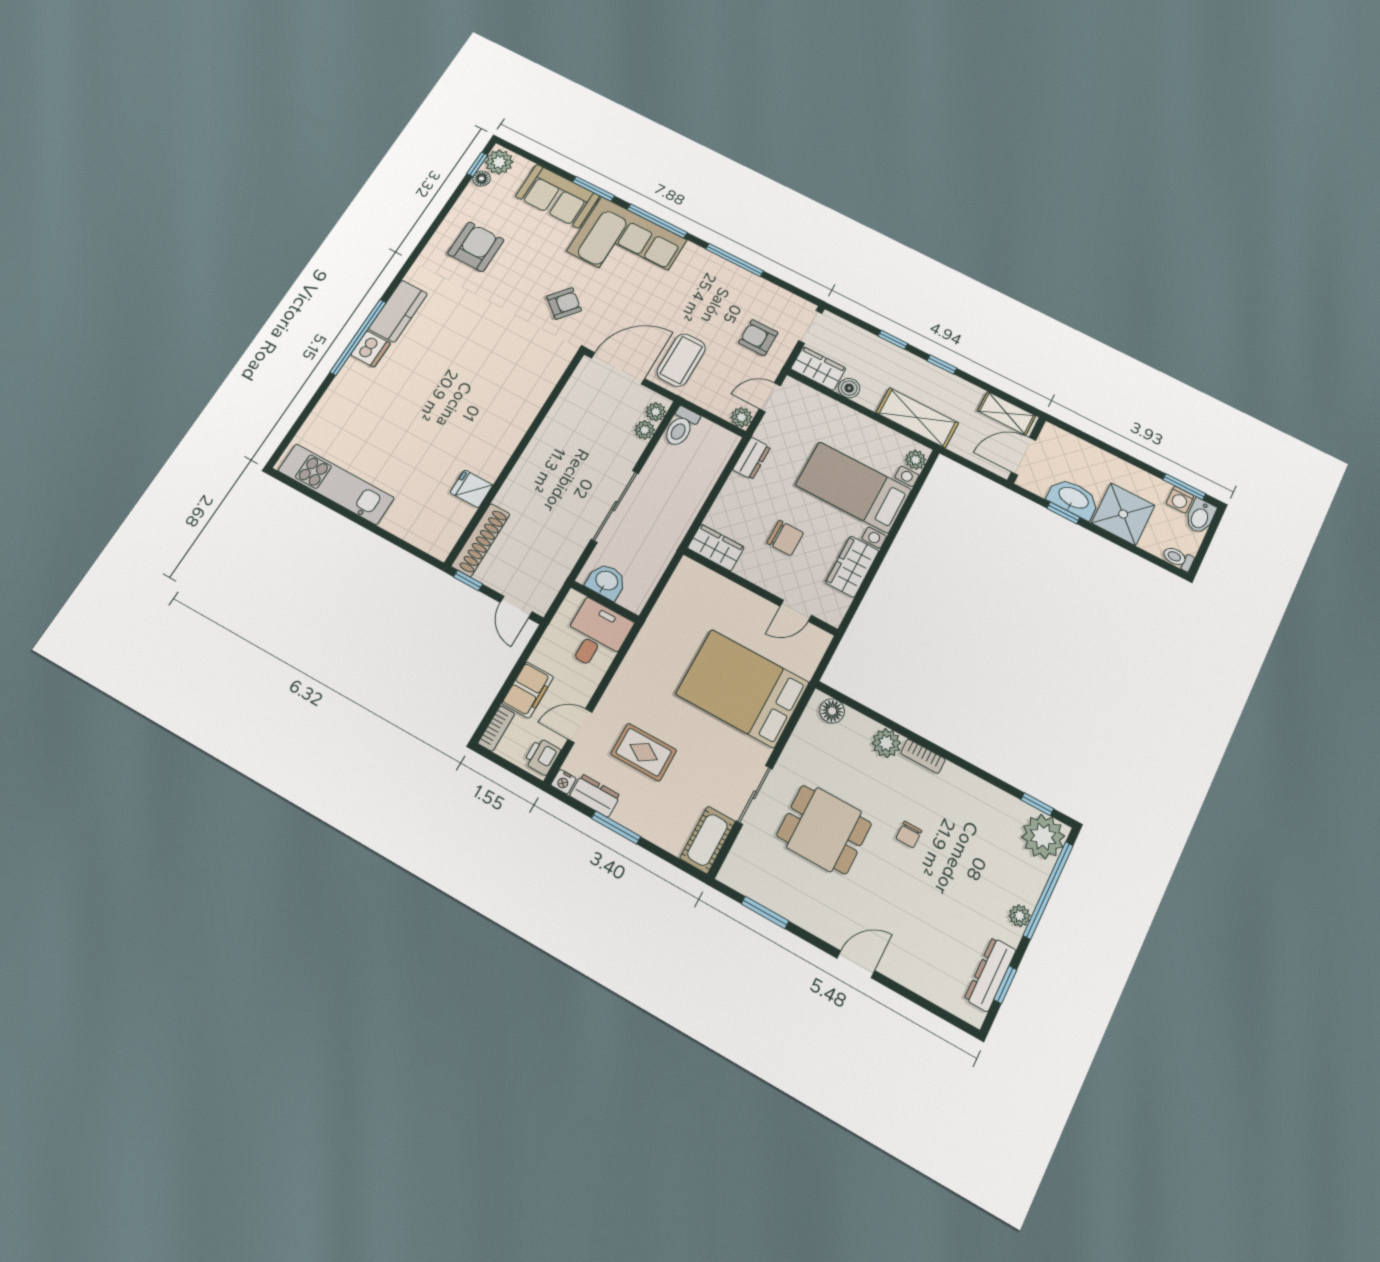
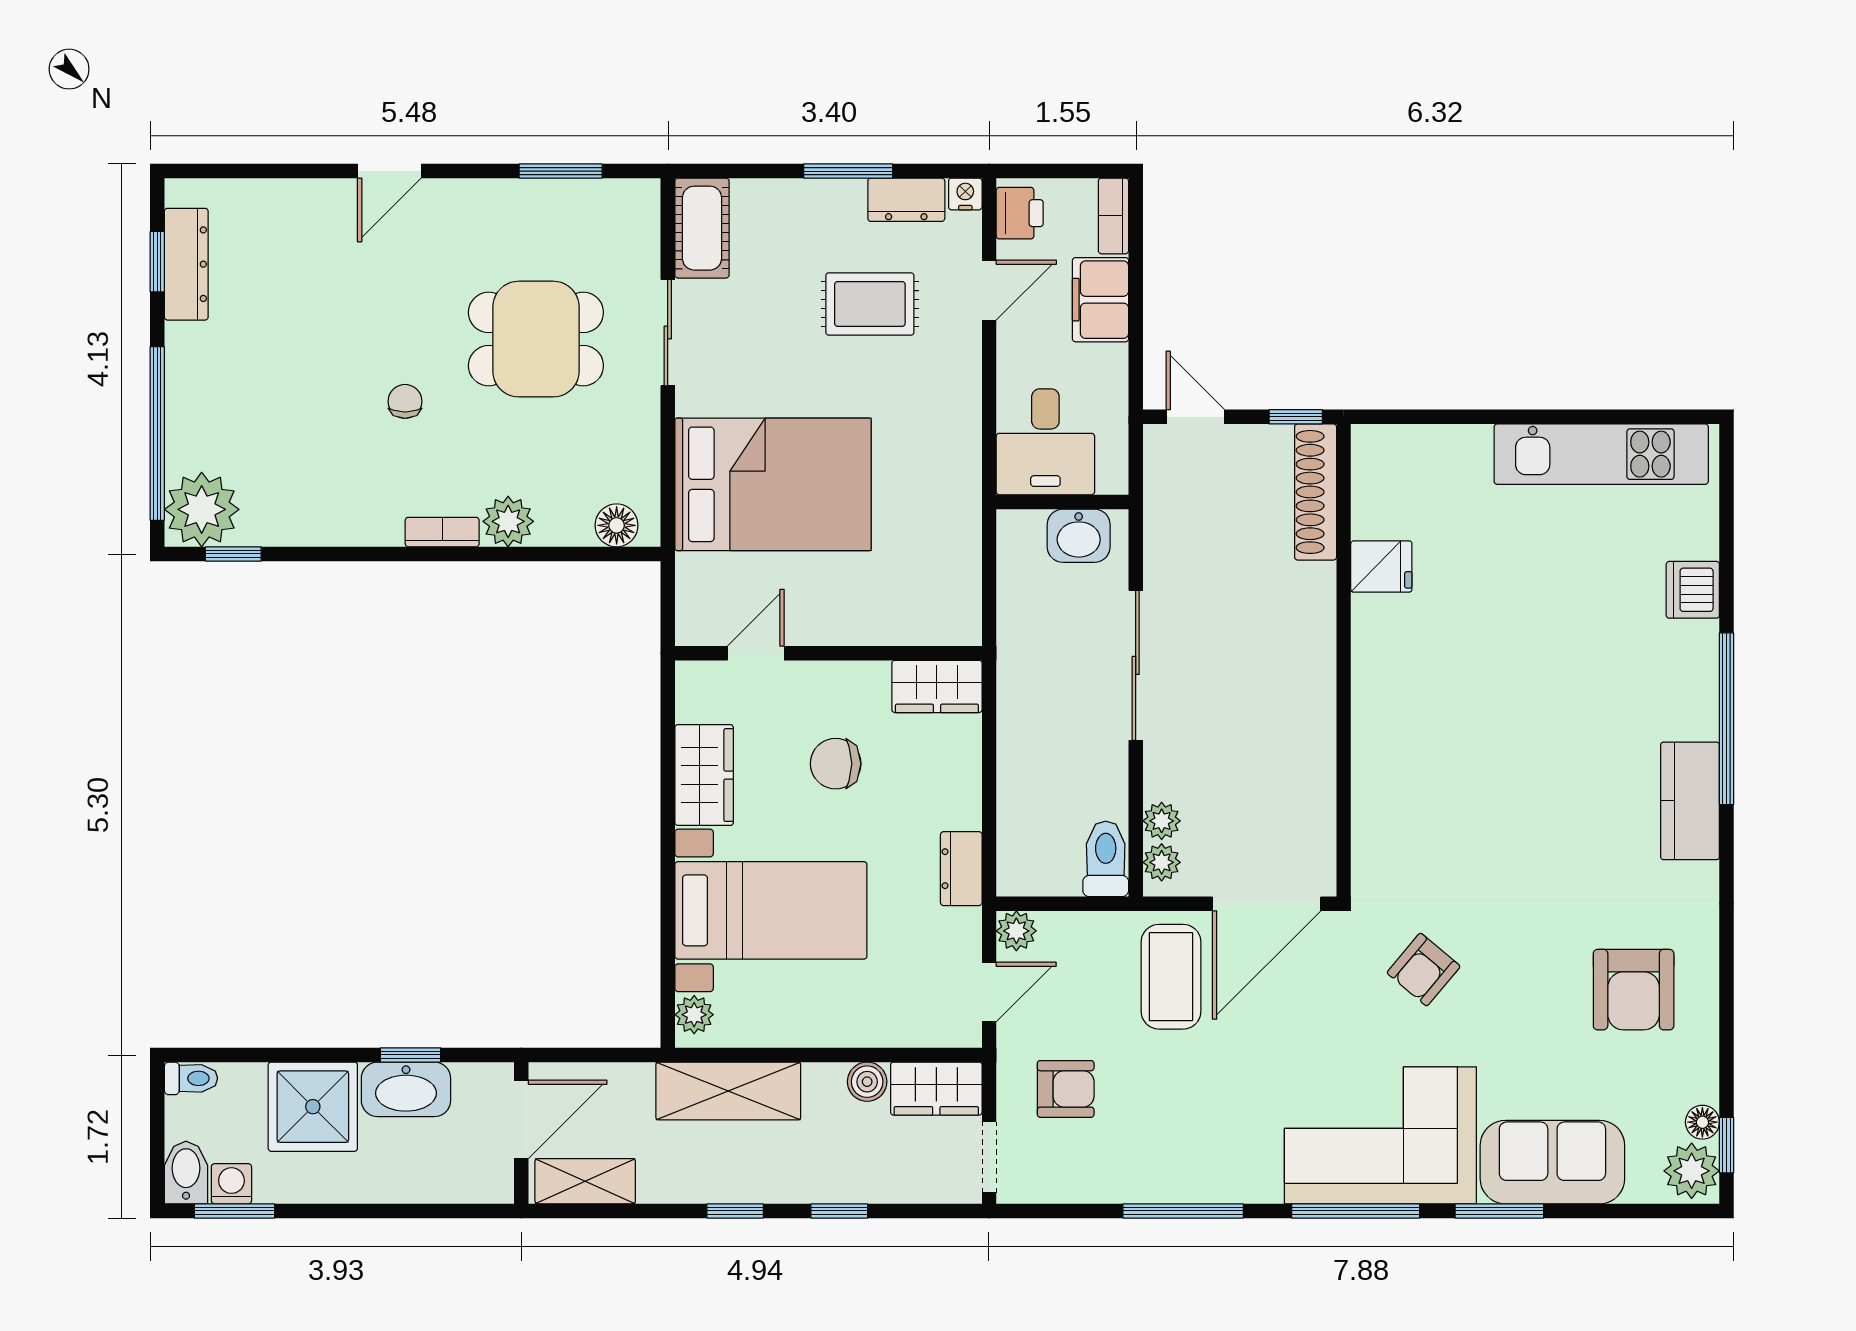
dishwasher: (371, 349) -> (1693, 590), moved
plant: (1020, 916) -> (182, 372), removed

